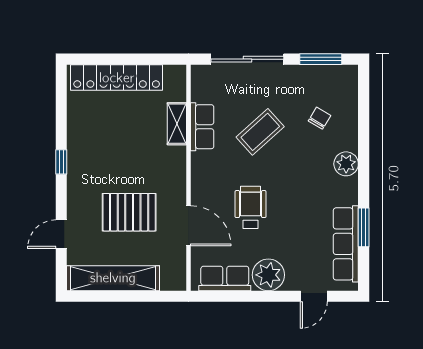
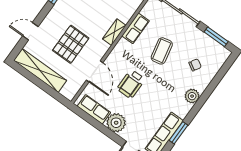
shelving: (177, 124) -> (114, 32), moved
coffee table: (260, 132) -> (162, 51), turned -60
wheelchair: (251, 207) -> (131, 84), turned 180
pallet: (129, 212) -> (71, 44), turned 90

